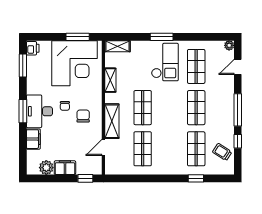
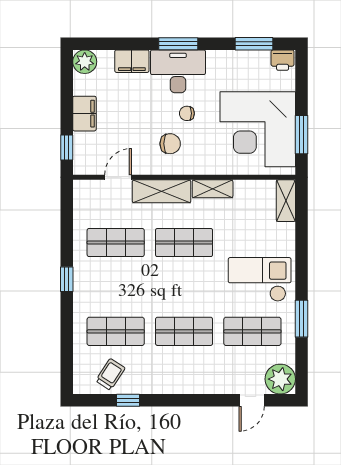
window: (162, 37) -> (301, 319), moved
plant: (229, 45) -> (280, 379), width x1.88, depth x1.88
checkout: (165, 62) -> (260, 279), turned 180
door: (238, 67) -> (252, 400), swing flipped
shelving: (110, 80) -> (213, 189), moved
window: (238, 110) -> (180, 400), removed
door: (103, 147) -> (118, 177), hinge flipped
plant: (46, 168) -> (85, 62), moved
window: (196, 178) -> (67, 279), moved

